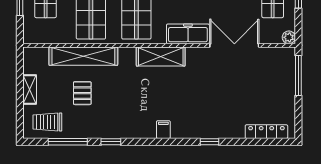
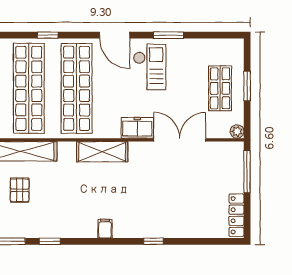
freezer: (188, 34) -> (137, 128), width x0.71
locker: (266, 132) -> (236, 215), moved, turned -90

